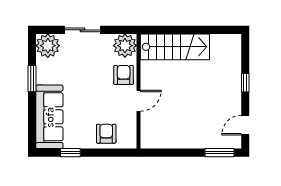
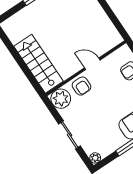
plant: (48, 46) -> (95, 158), width x0.53, depth x0.53
armchair: (124, 75) -> (82, 86), turned -90

